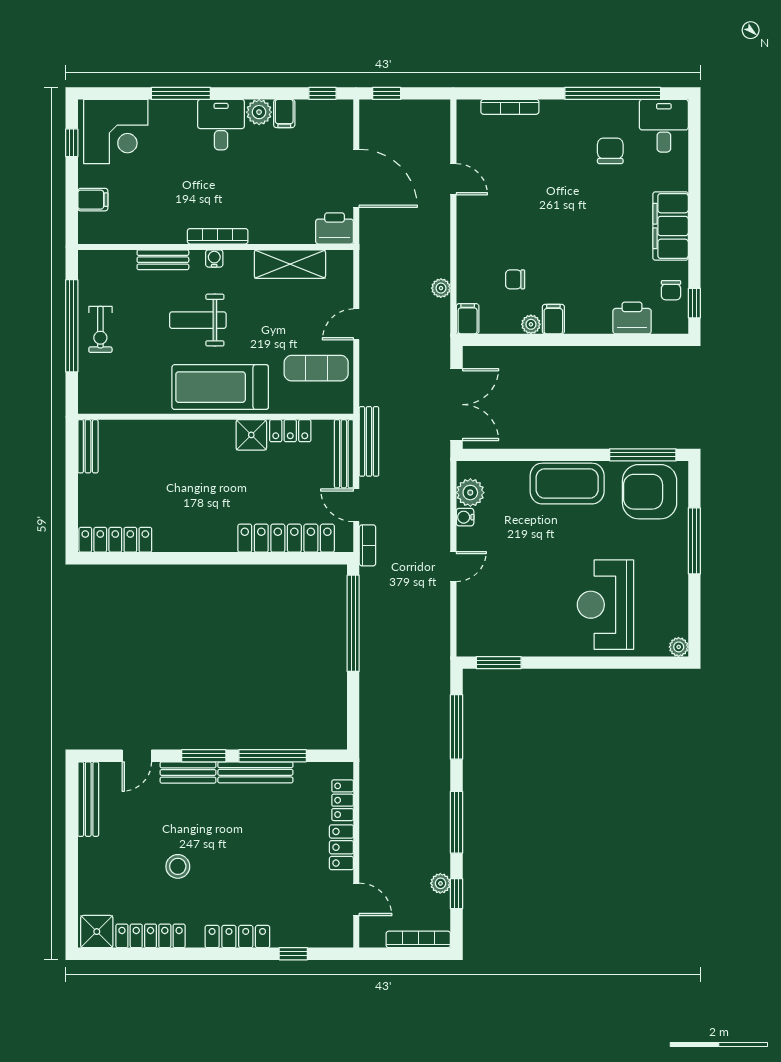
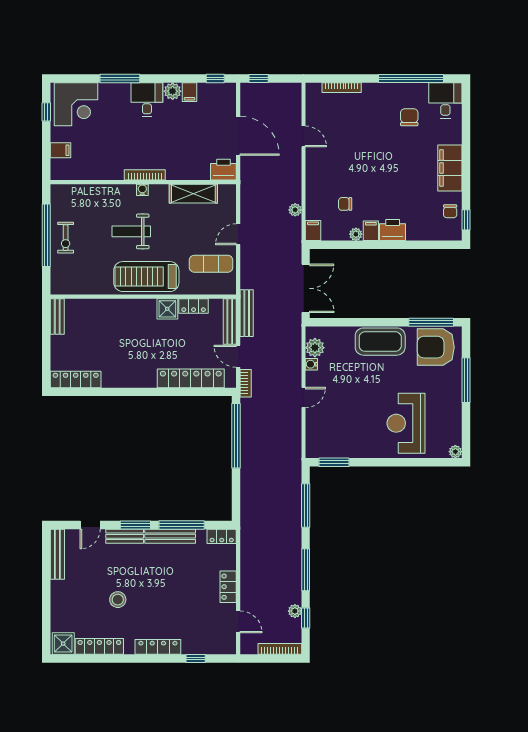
bench: (163, 260) -> (108, 191), removed
printer: (632, 318) -> (393, 230), moved
locker: (343, 800) -> (222, 536), moved, turned -90

